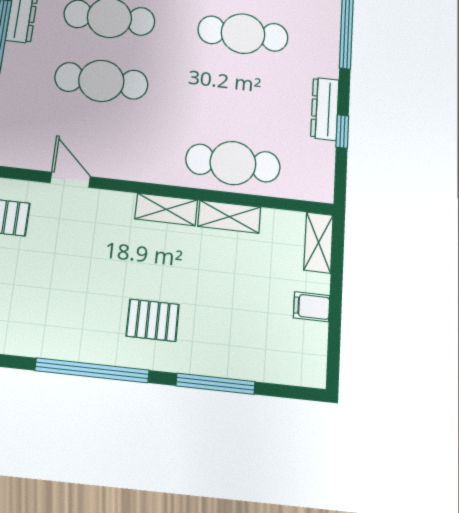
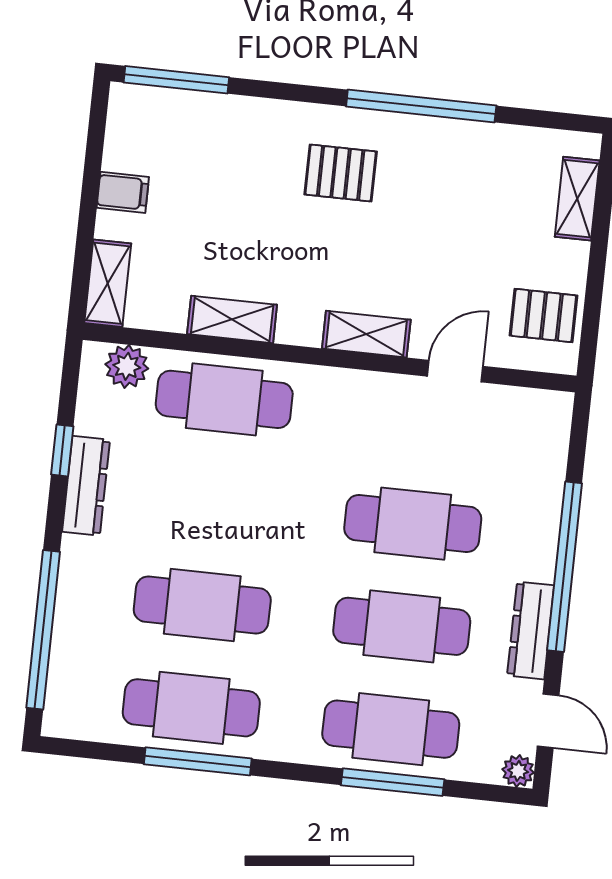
door: (70, 180) -> (455, 371), swing flipped
plant: (302, 186) -> (127, 366), added
shelving: (166, 209) -> (366, 334), moved
window: (215, 384) -> (176, 80), moved

